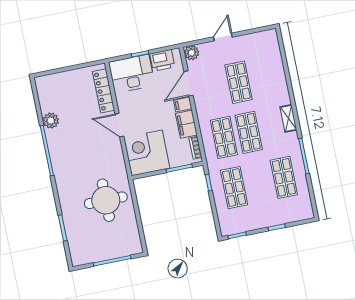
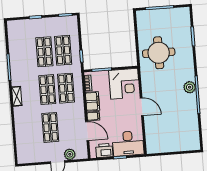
plant: (192, 53) -> (70, 154), moved
door: (188, 83) -> (87, 131), hinge flipped
locker: (103, 91) -> (150, 133), removed
plant: (51, 121) -> (190, 87), moved
shop shelf: (284, 177) -> (44, 52), moved

